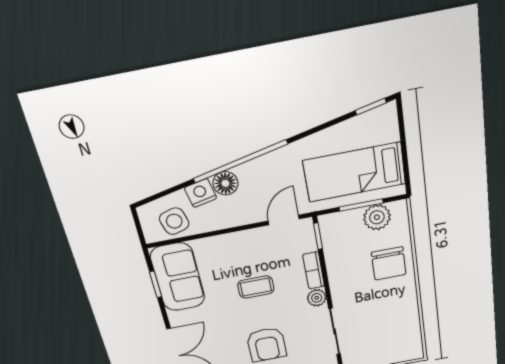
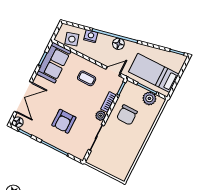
floor lamp: (225, 183) -> (118, 44), moved
chair: (389, 263) -> (127, 115), moved
coffee table: (256, 287) -> (87, 78), moved

